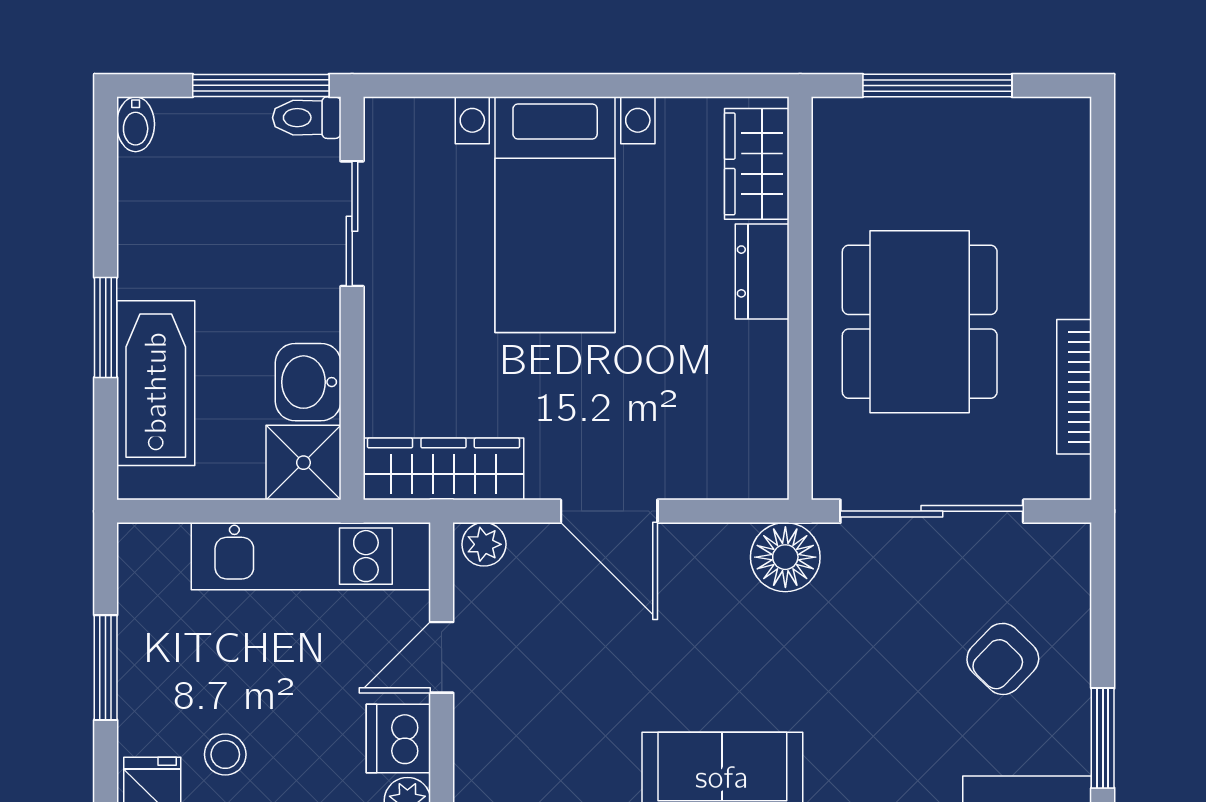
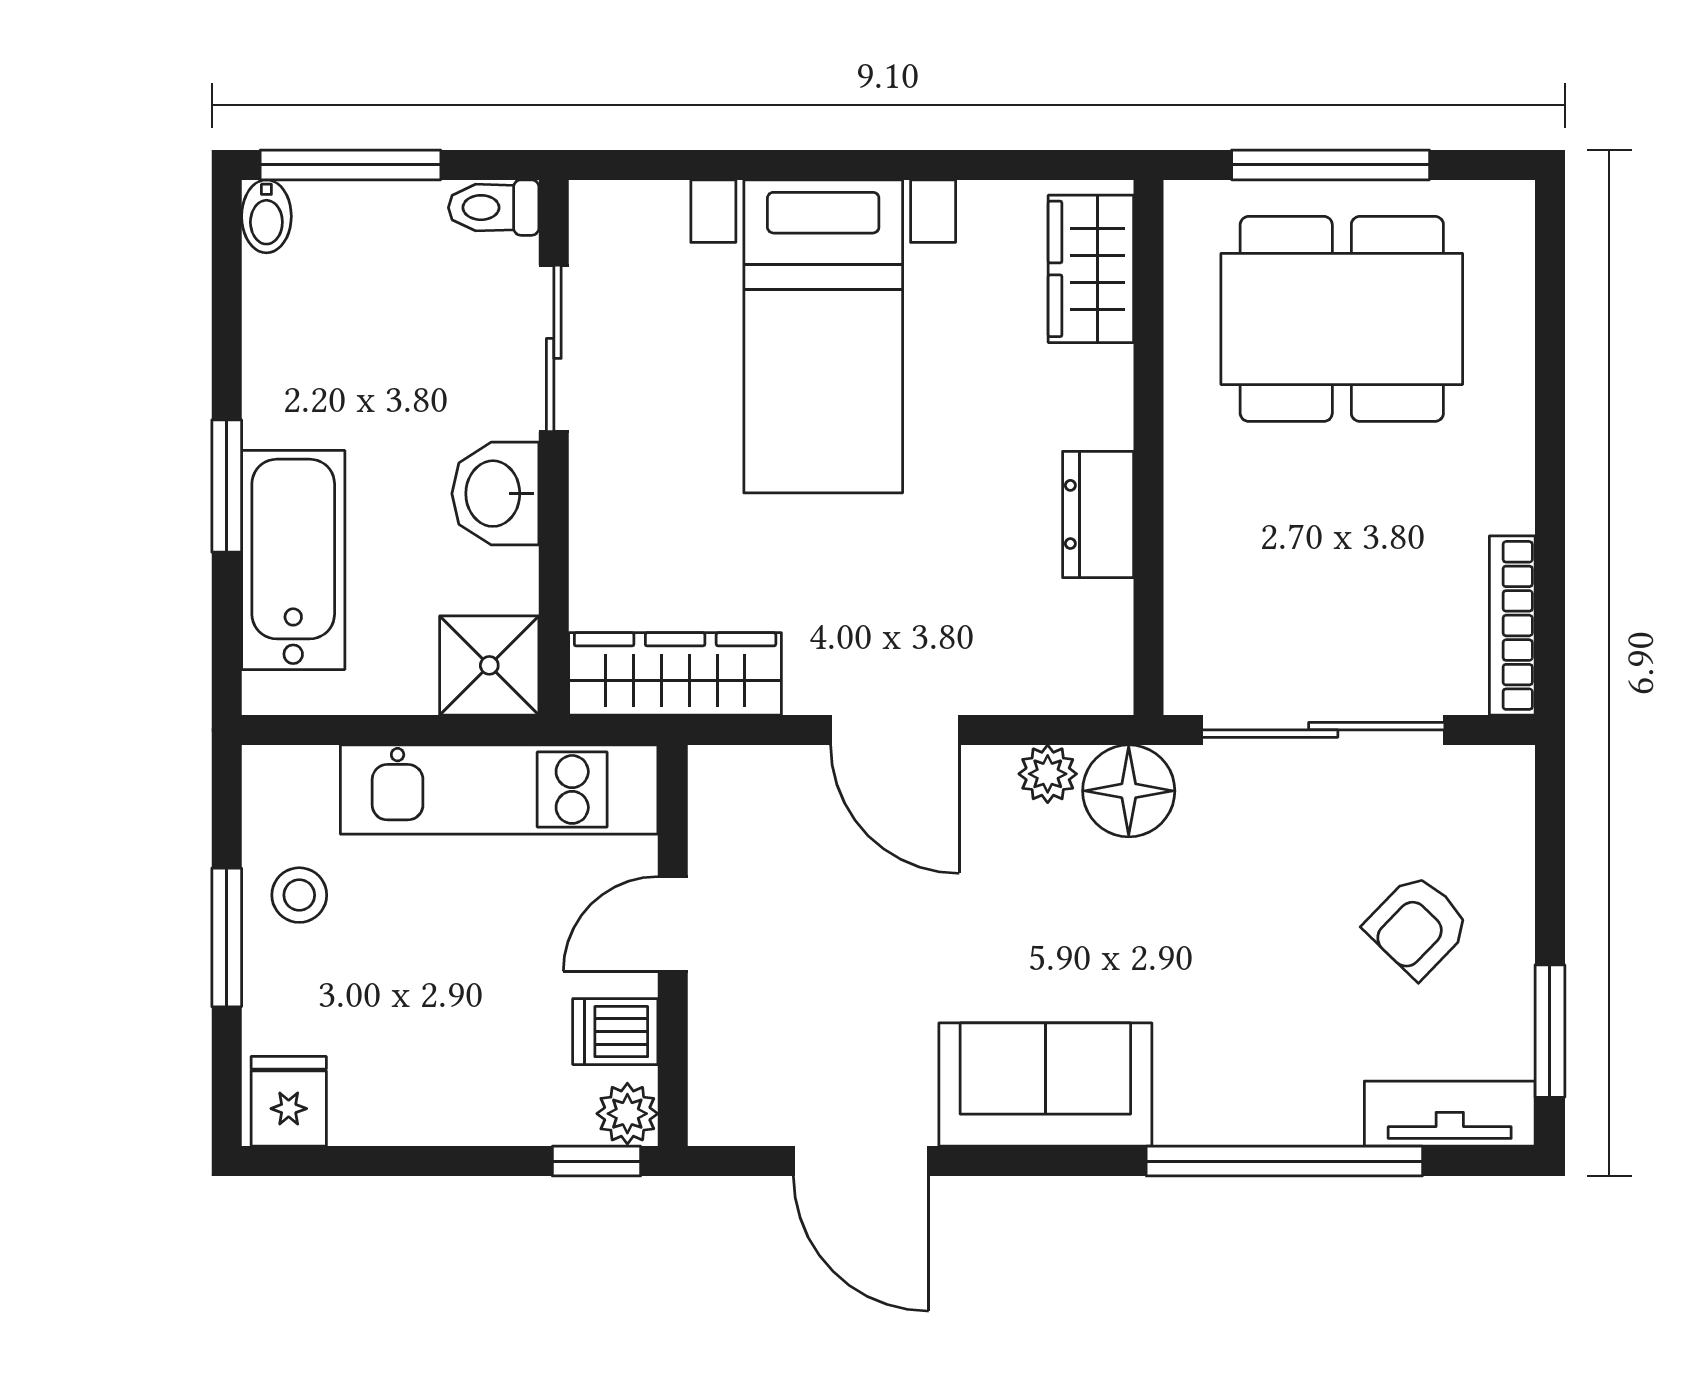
window: (261, 85) -> (351, 165), moved
dresser: (762, 271) -> (1098, 514), moved
dining table: (920, 322) -> (1342, 319), moved, turned 90
washbasin: (308, 382) -> (495, 494), moved
bookcase: (1074, 387) -> (1512, 625), moved
plant: (484, 544) -> (1048, 774), moved
dishwasher: (398, 738) -> (615, 1032), width x0.73
stool: (225, 754) -> (299, 895), moved

